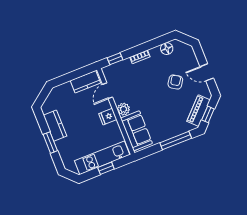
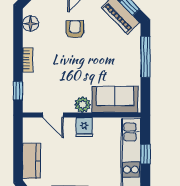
kitchen counter: (85, 82) -> (32, 161), moved
armchair: (175, 82) -> (75, 29), turned 57

